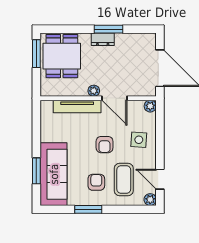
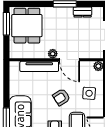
dresser: (103, 39) -> (83, 12), moved
armchair: (105, 145) -> (61, 97), turned 57

